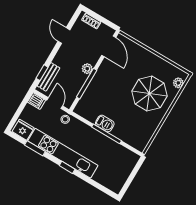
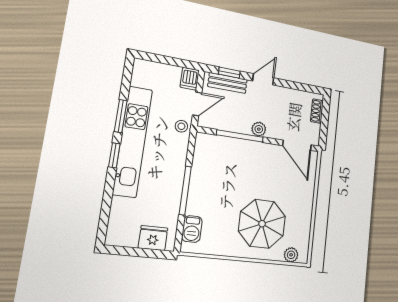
door: (64, 36) -> (263, 79), moved
door: (109, 46) -> (297, 145), hinge flipped
barbecue: (105, 123) -> (192, 229), moved
fridge: (23, 130) -> (153, 238), moved, turned -90
window: (35, 148) -> (121, 116), moved

